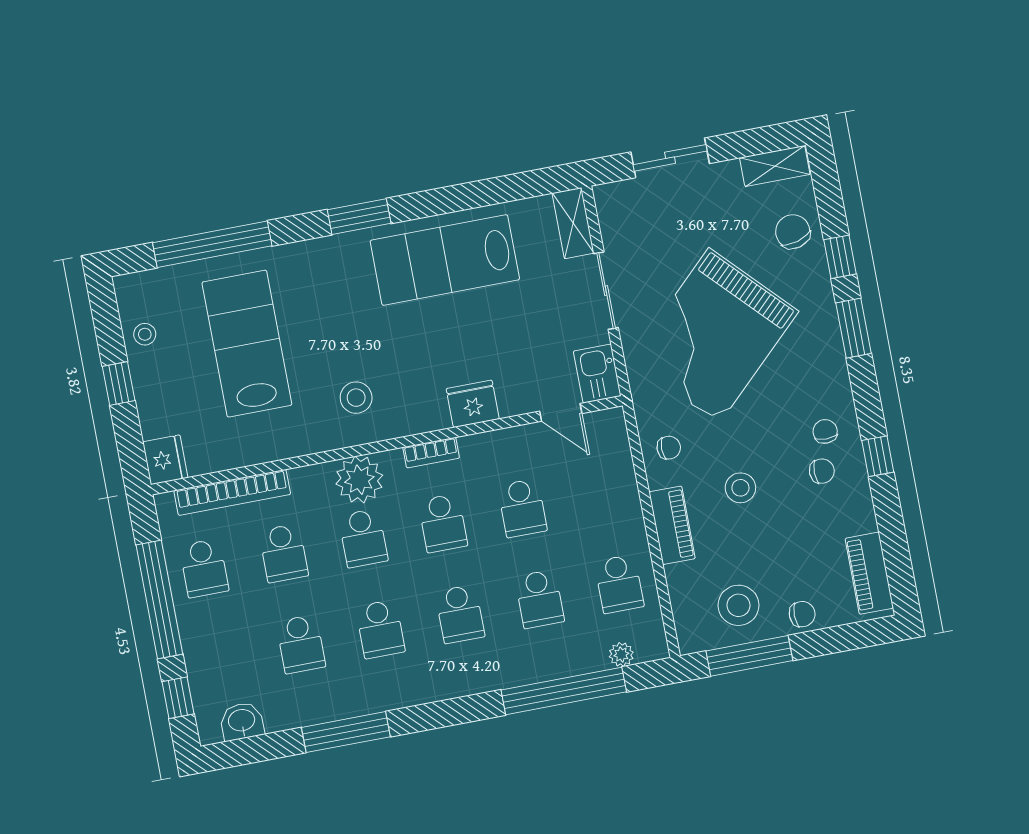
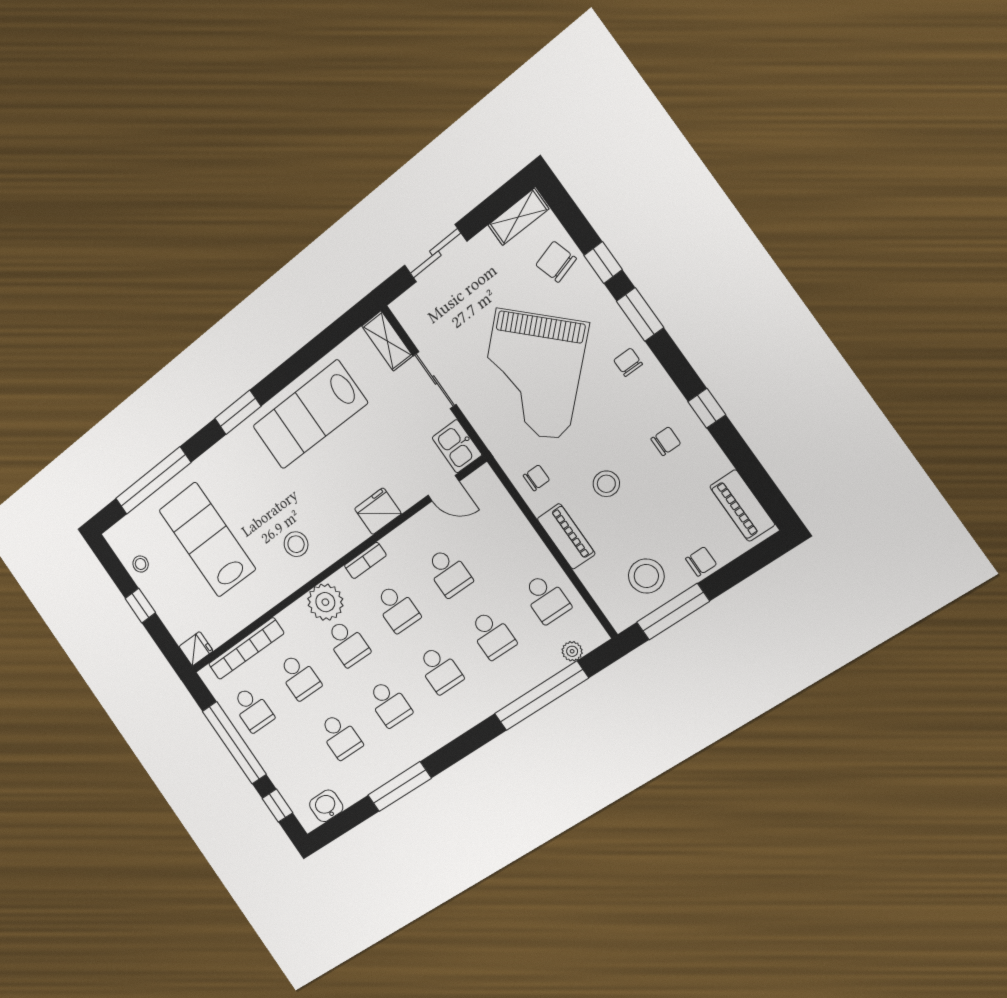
chair: (825, 431) -> (628, 362), moved
fridge: (165, 460) -> (196, 649), width x0.72

